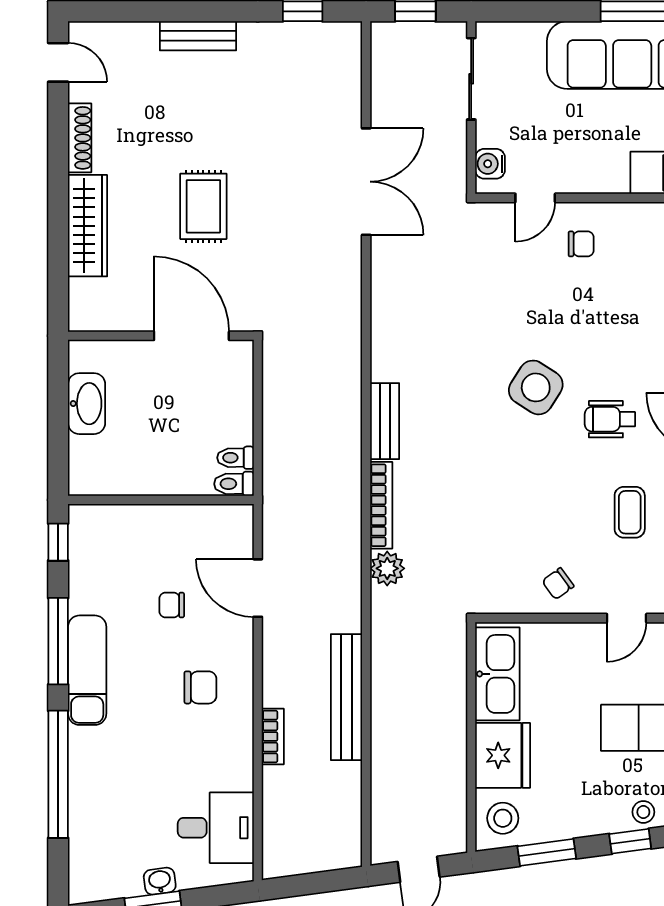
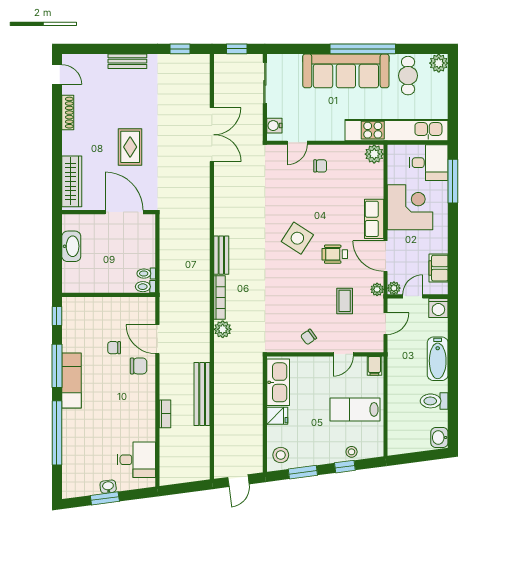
wardrobe: (88, 226) -> (72, 181), moved
chair: (200, 687) -> (139, 366), moved
fridge: (503, 755) -> (277, 416), width x0.53, depth x0.75

